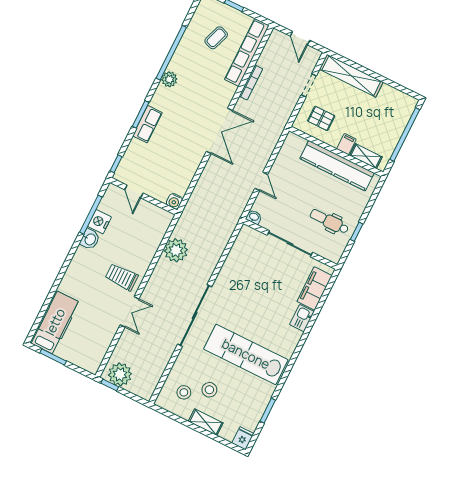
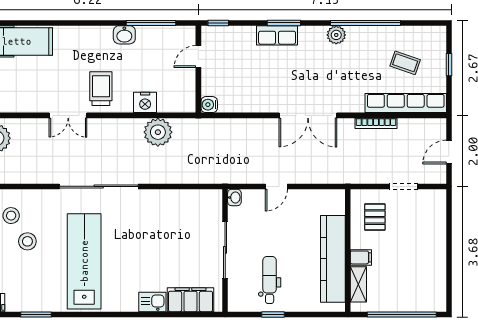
shelving: (351, 76) -> (436, 227), removed
nightstand: (100, 222) -> (145, 102), moved, turned 180

